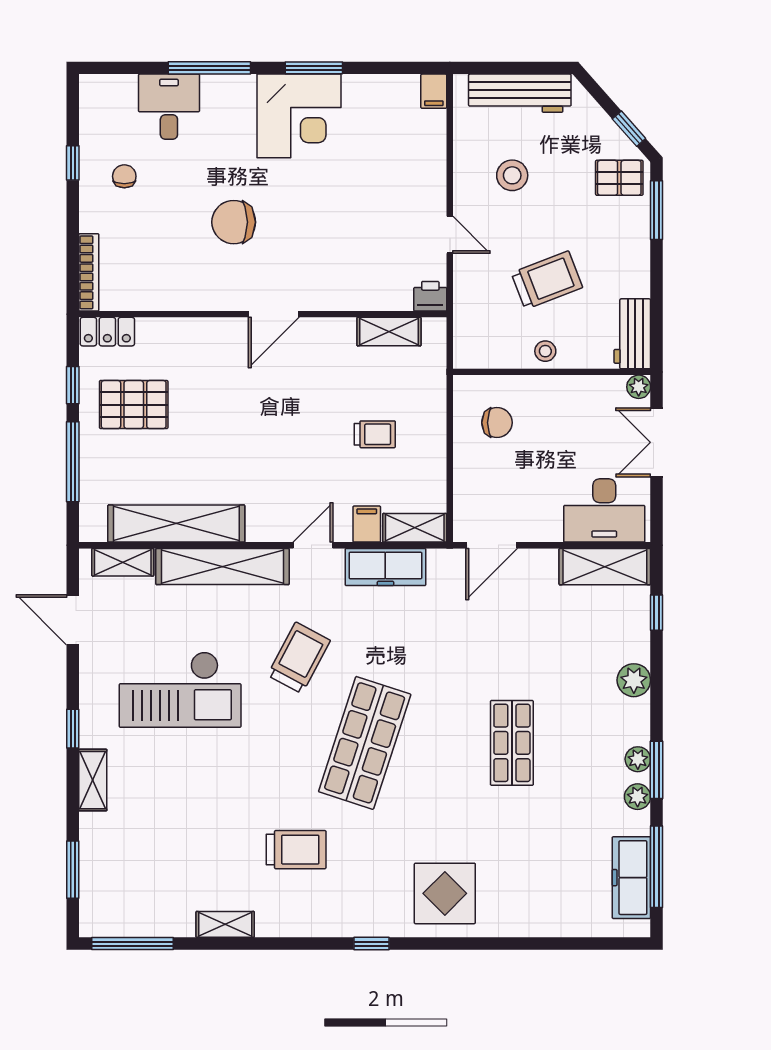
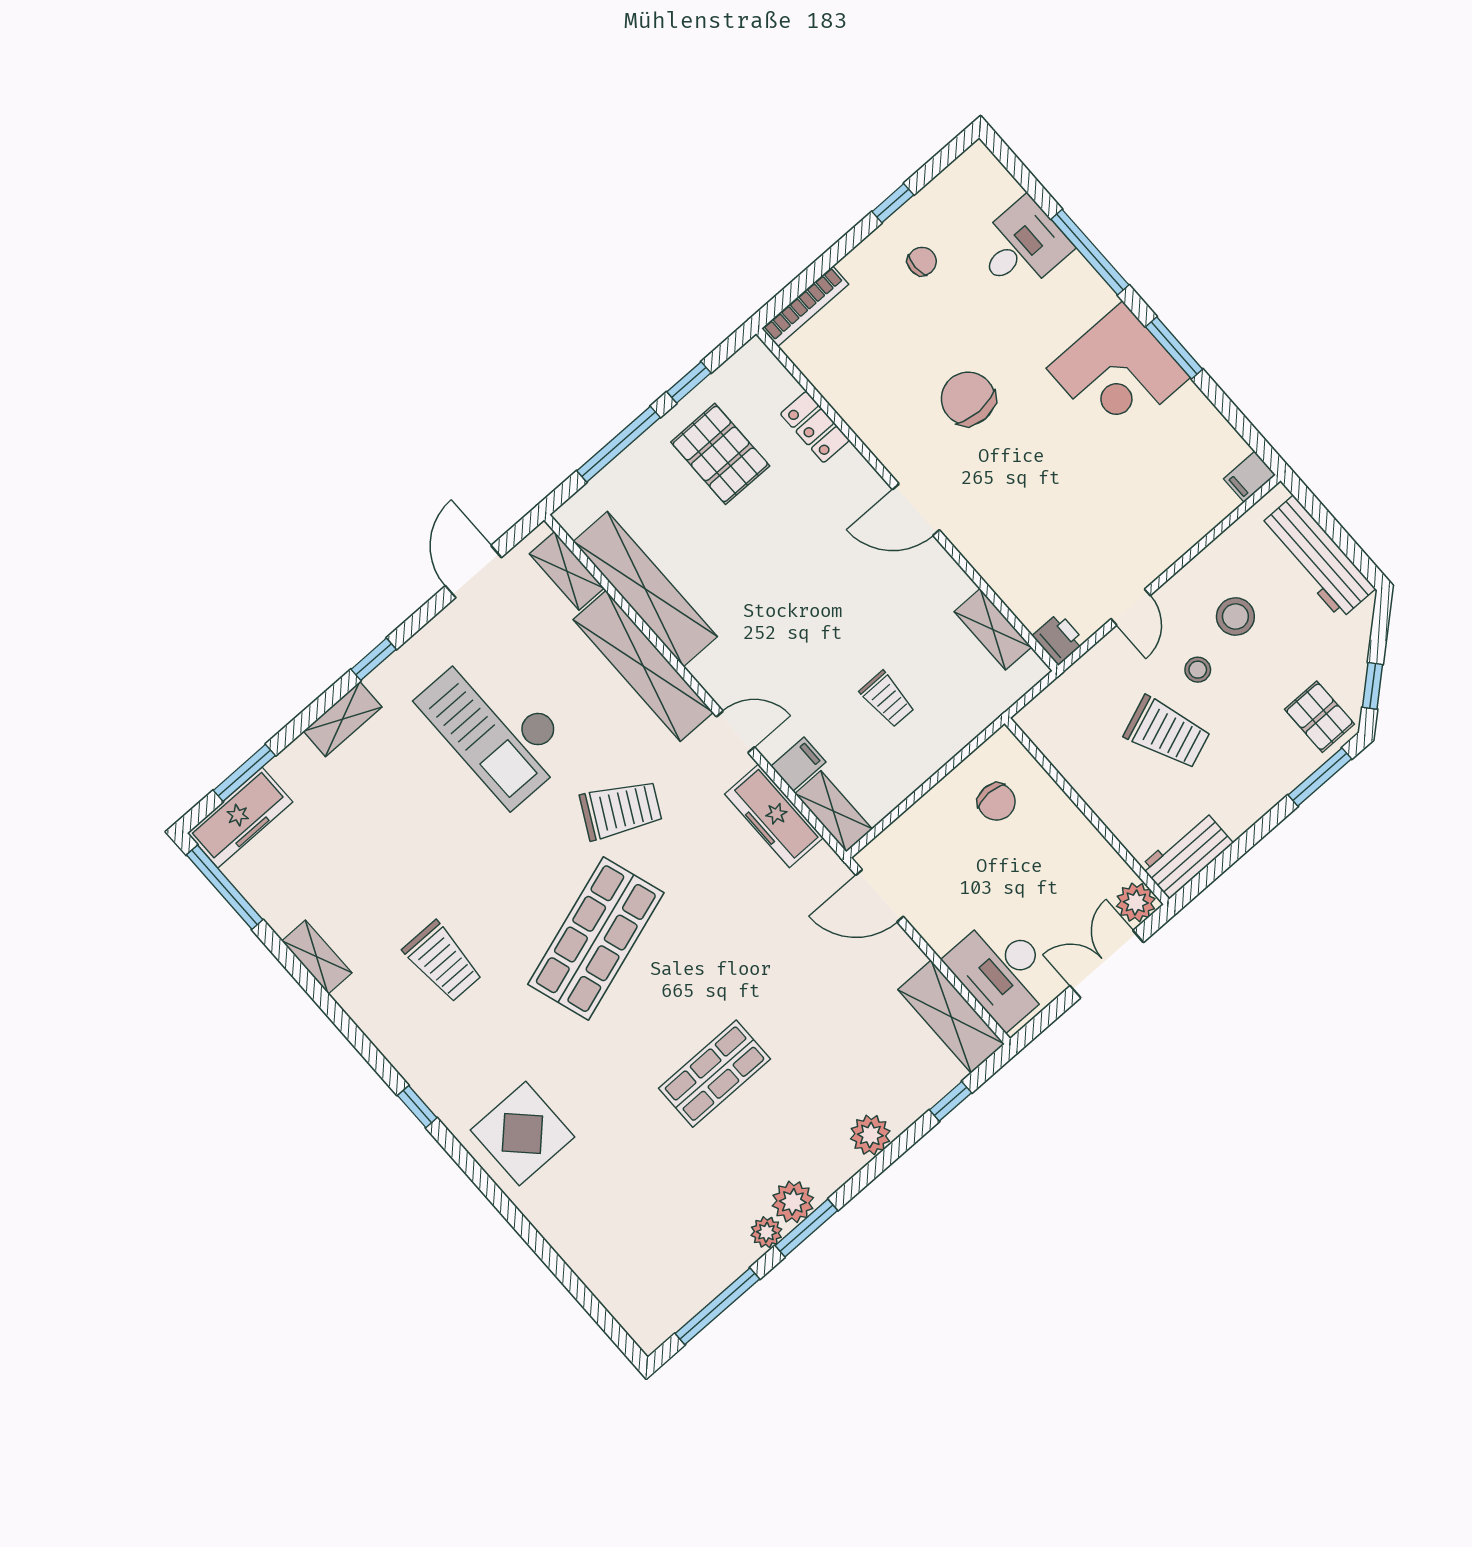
locker: (107, 332) -> (815, 427), moved
stool: (545, 351) -> (1198, 670), moved
plant: (639, 387) -> (1136, 902), width x1.38, depth x1.38
shop shelf: (365, 743) -> (596, 939), turned -36
plant: (638, 759) -> (793, 1202), width x1.38, depth x1.38
freezer: (631, 878) -> (240, 818), moved, turned 180

